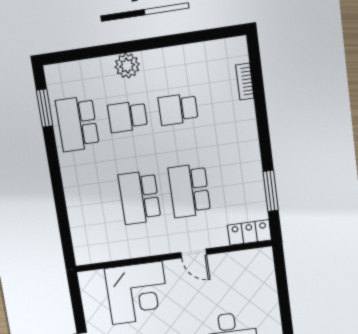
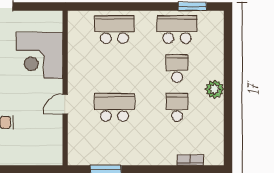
plant: (127, 66) -> (215, 89), moved
school desk: (140, 197) -> (114, 30), moved
locker: (249, 233) -> (76, 149), removed

